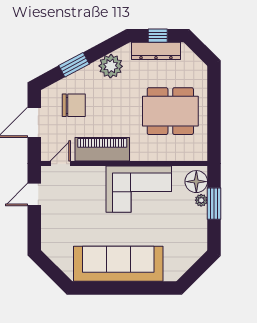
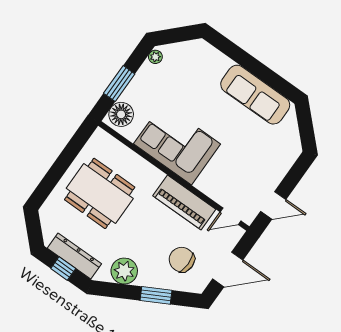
plant: (201, 200) -> (155, 57), moved
sofa: (118, 264) -> (255, 95), width x0.74, depth x0.79

